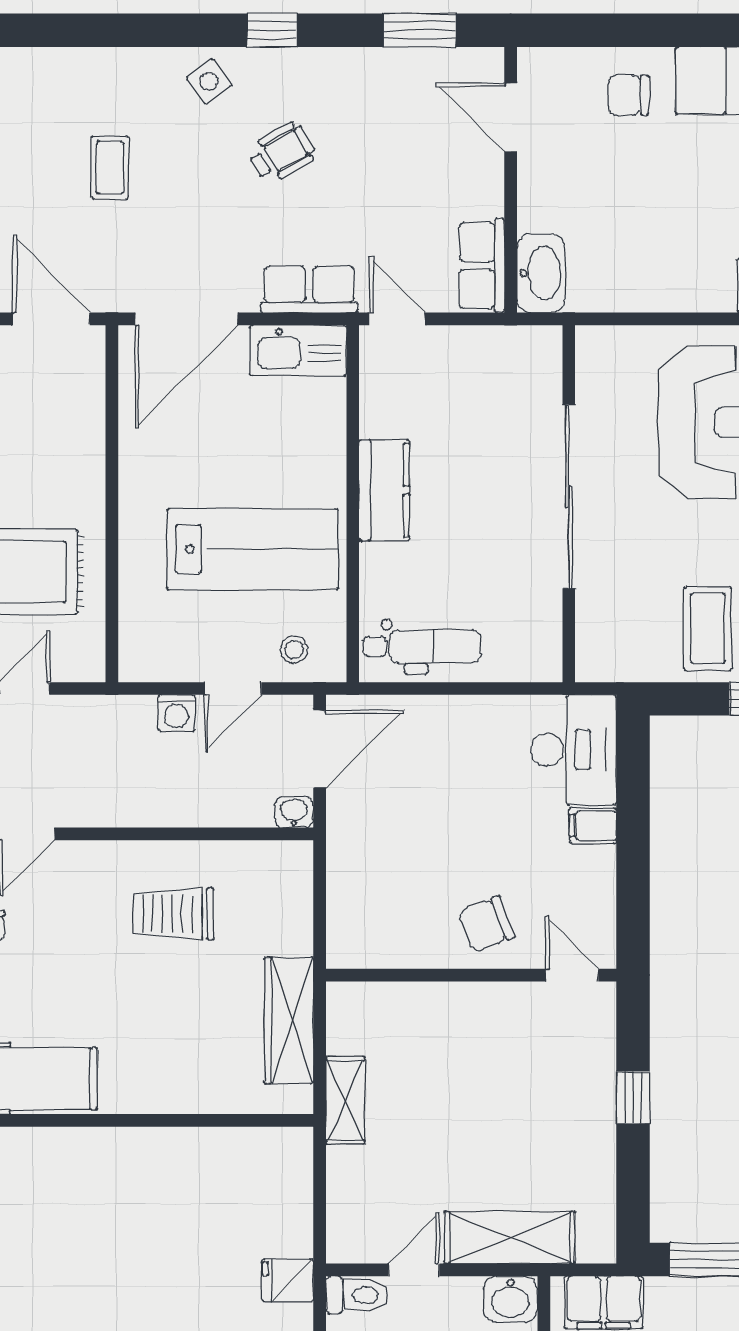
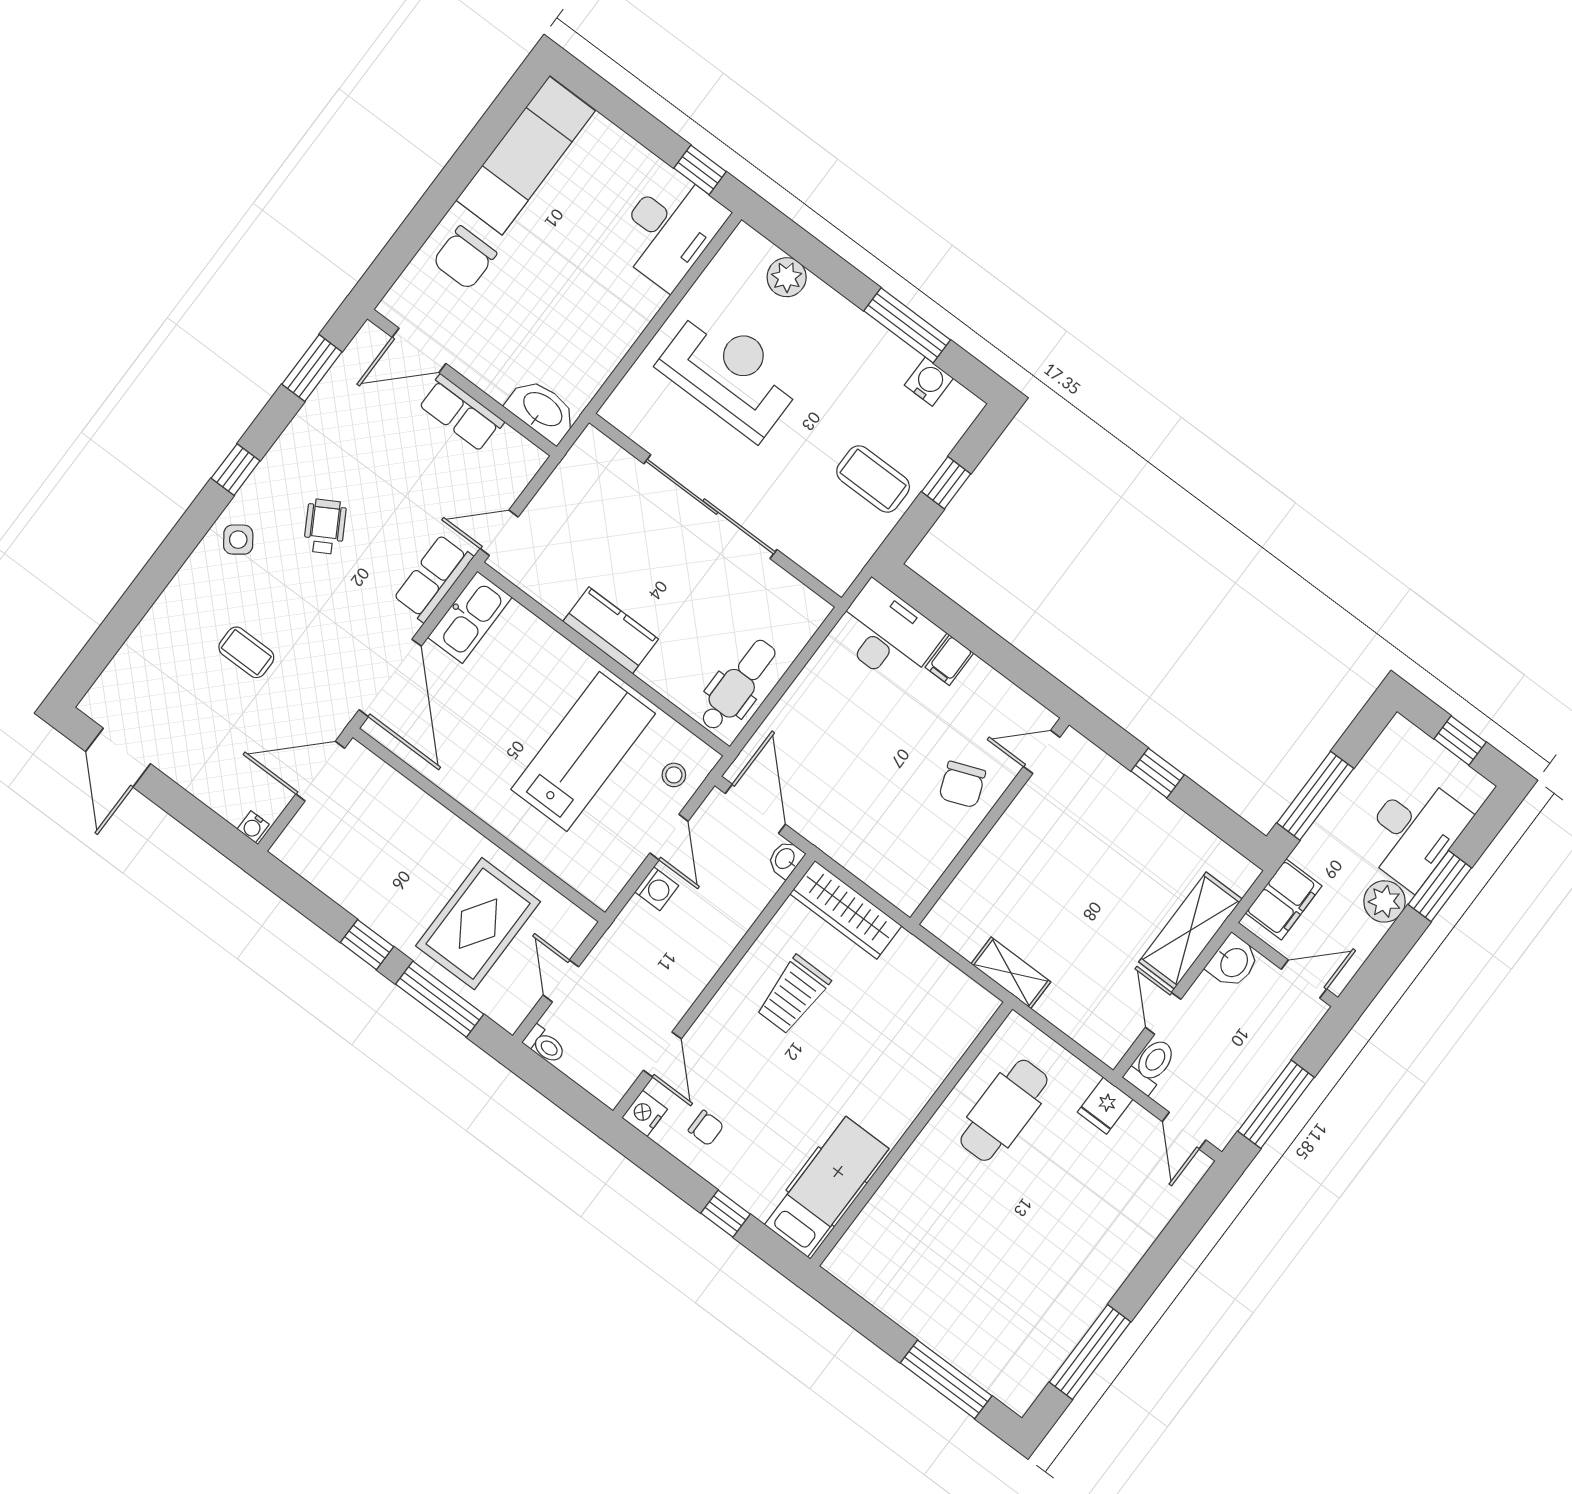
chair: (628, 95) -> (465, 258), width x1.37, depth x1.37
row of seats: (482, 266) -> (461, 413), moved
wardrobe: (289, 1020) -> (846, 910), moved
cafe table: (213, 1190) -> (1004, 1110), added

